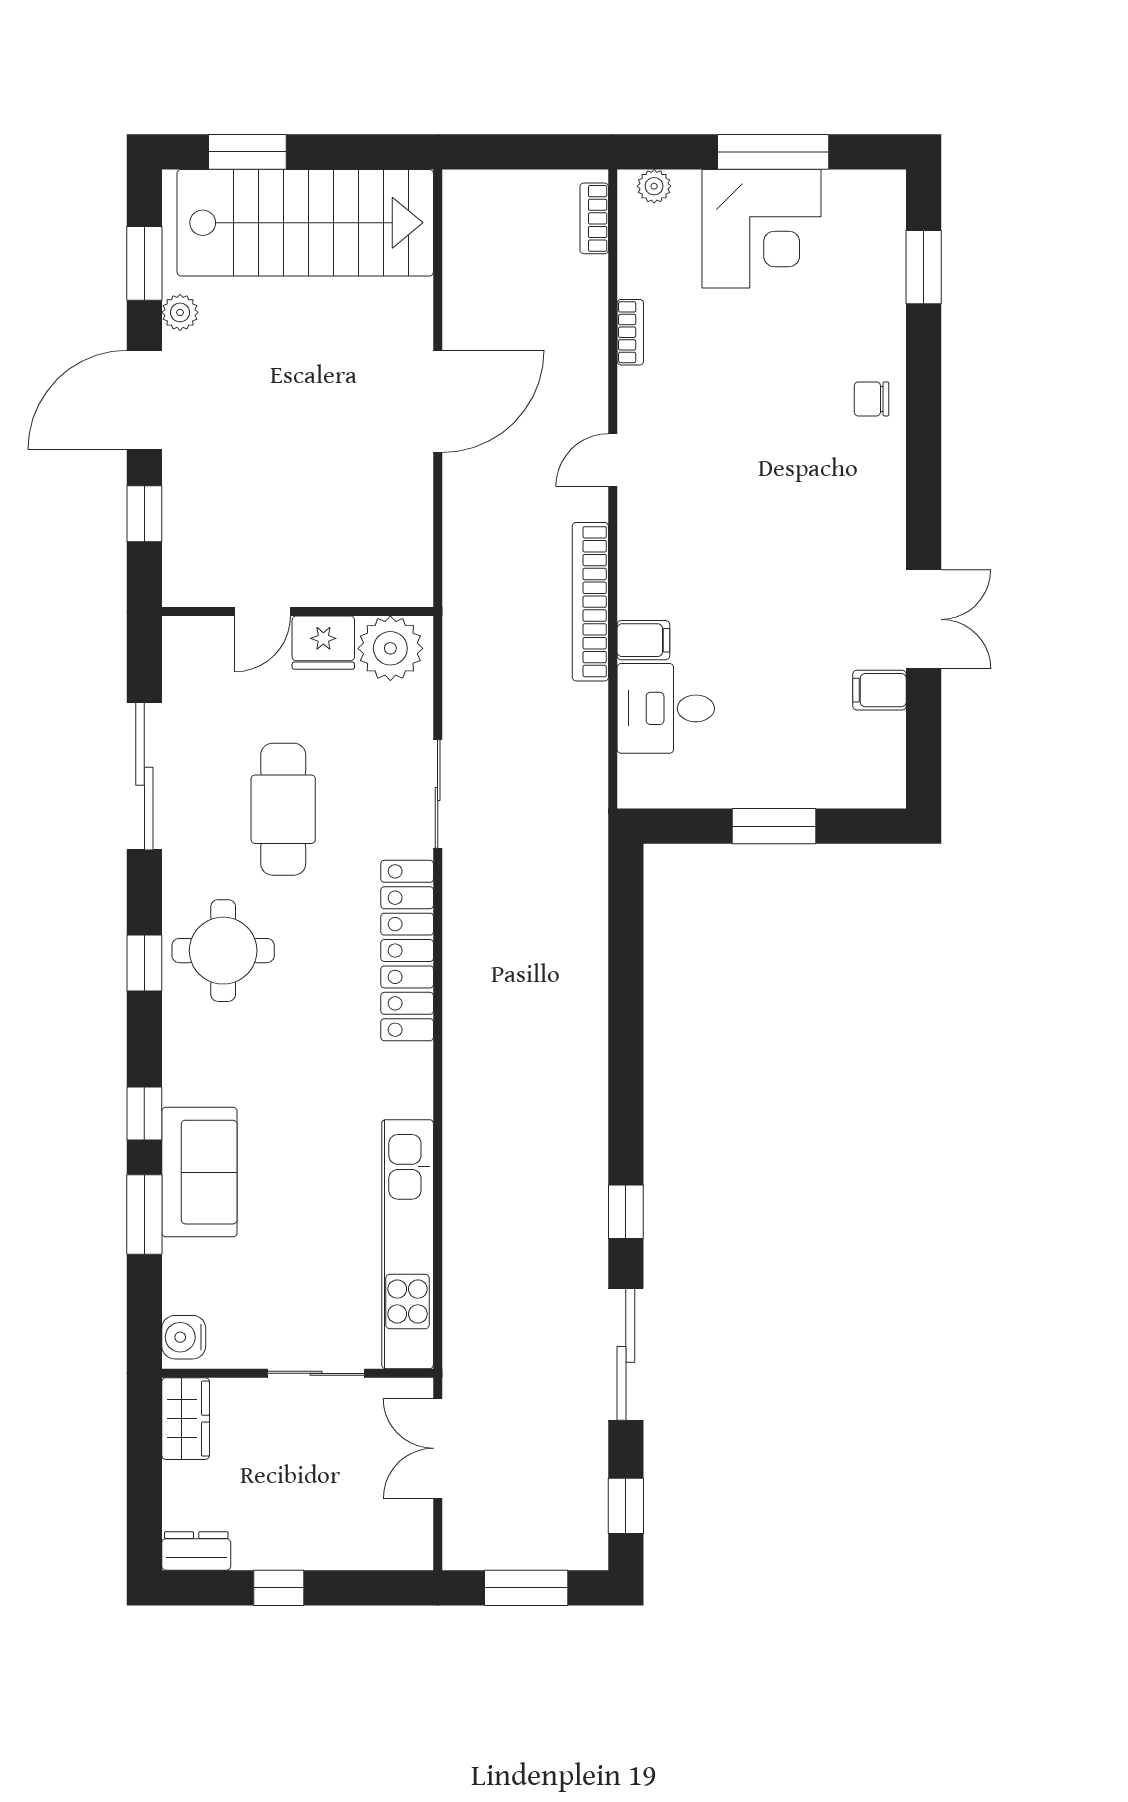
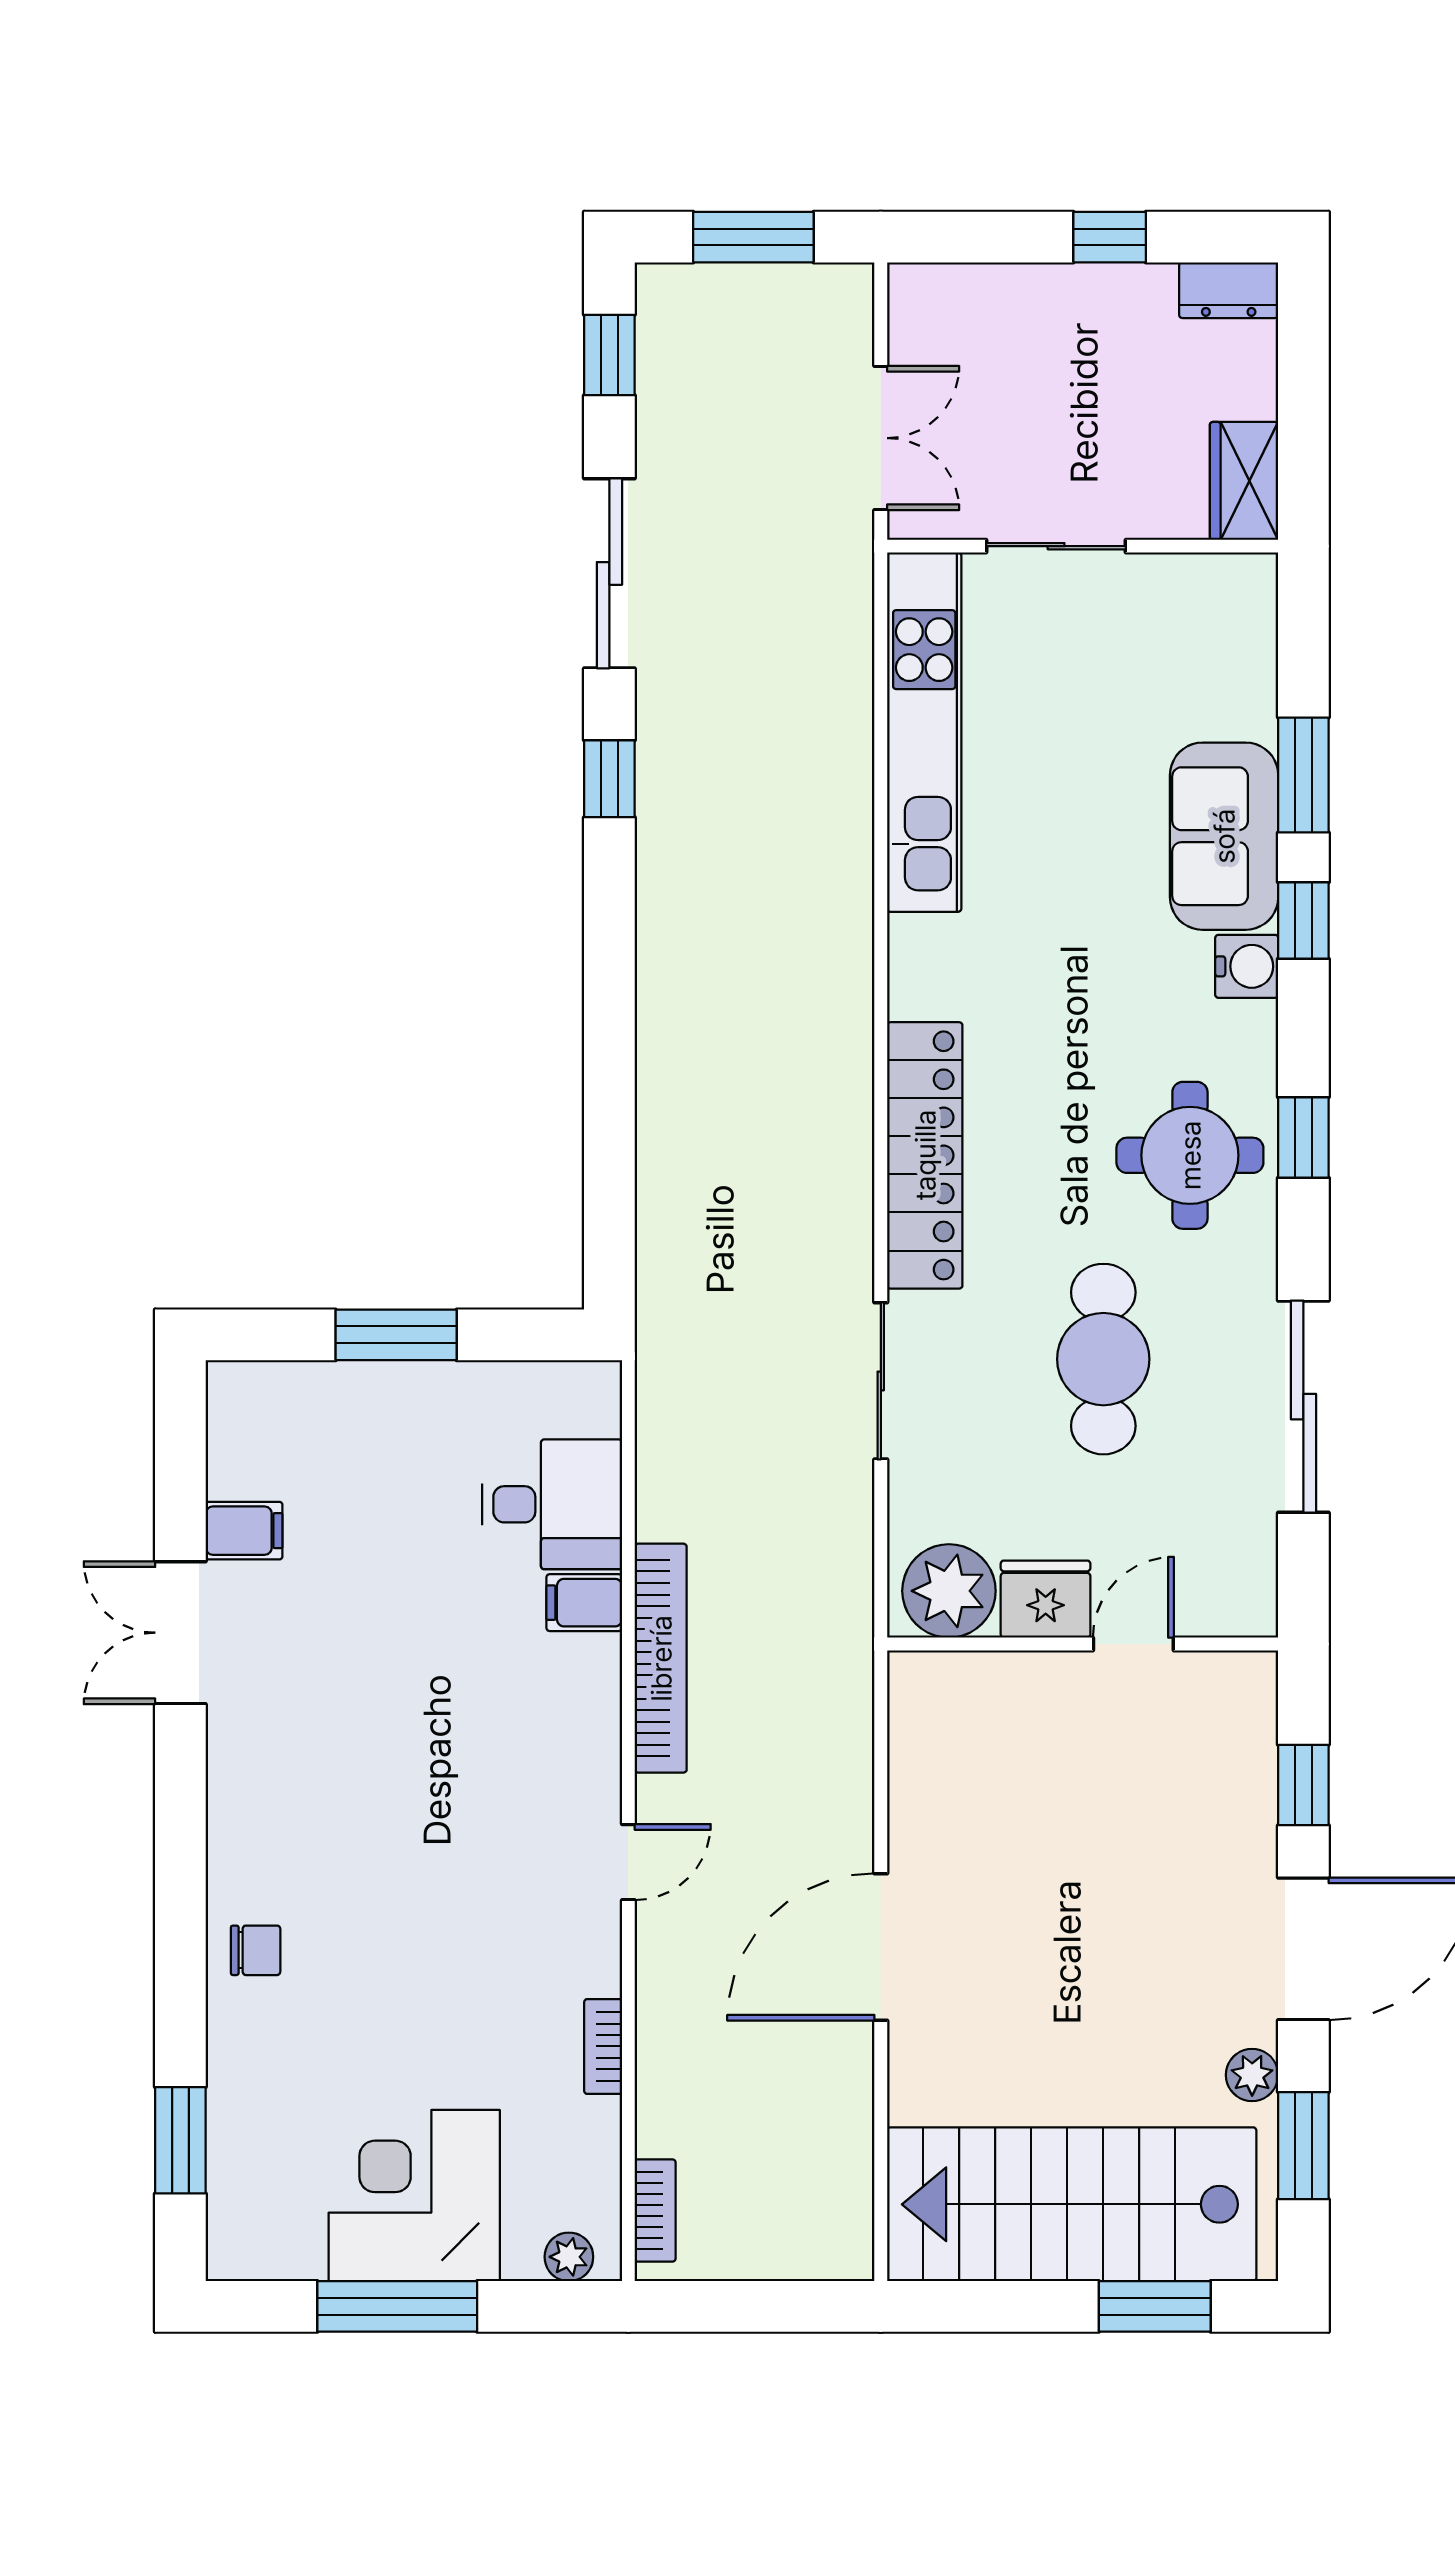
water cooler: (184, 1337) -> (1247, 966), moved

